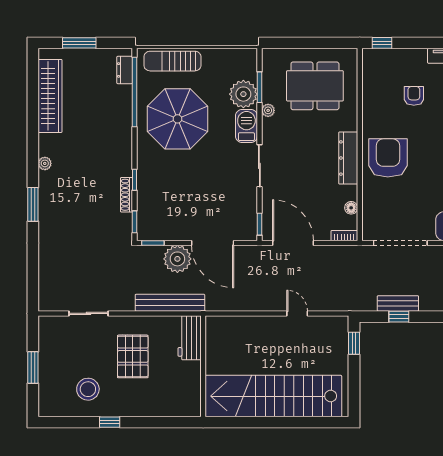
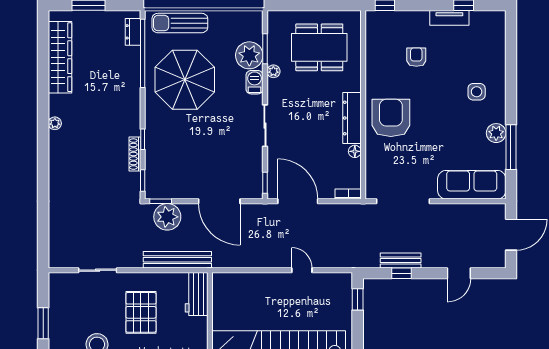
barbecue: (246, 126) -> (255, 82), width x0.73, depth x0.79
window: (33, 204) -> (43, 163), removed
floor lamp: (351, 208) -> (355, 151), moved
plant: (177, 259) -> (167, 217), moved

